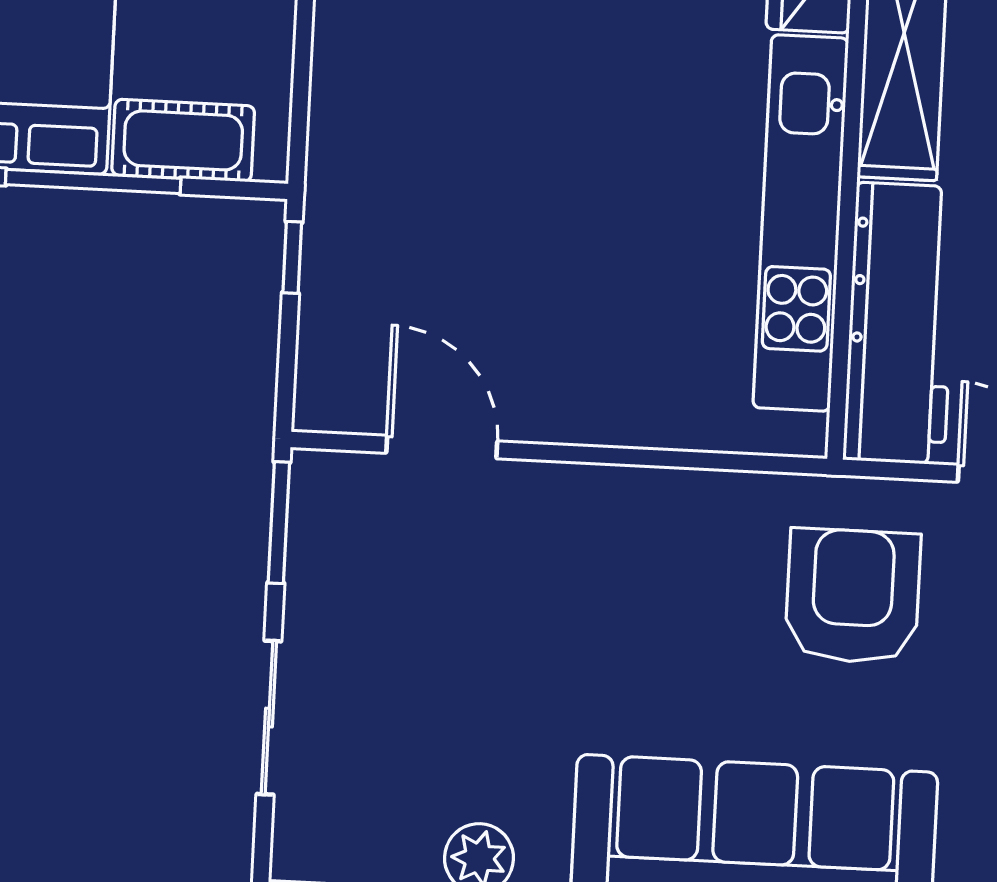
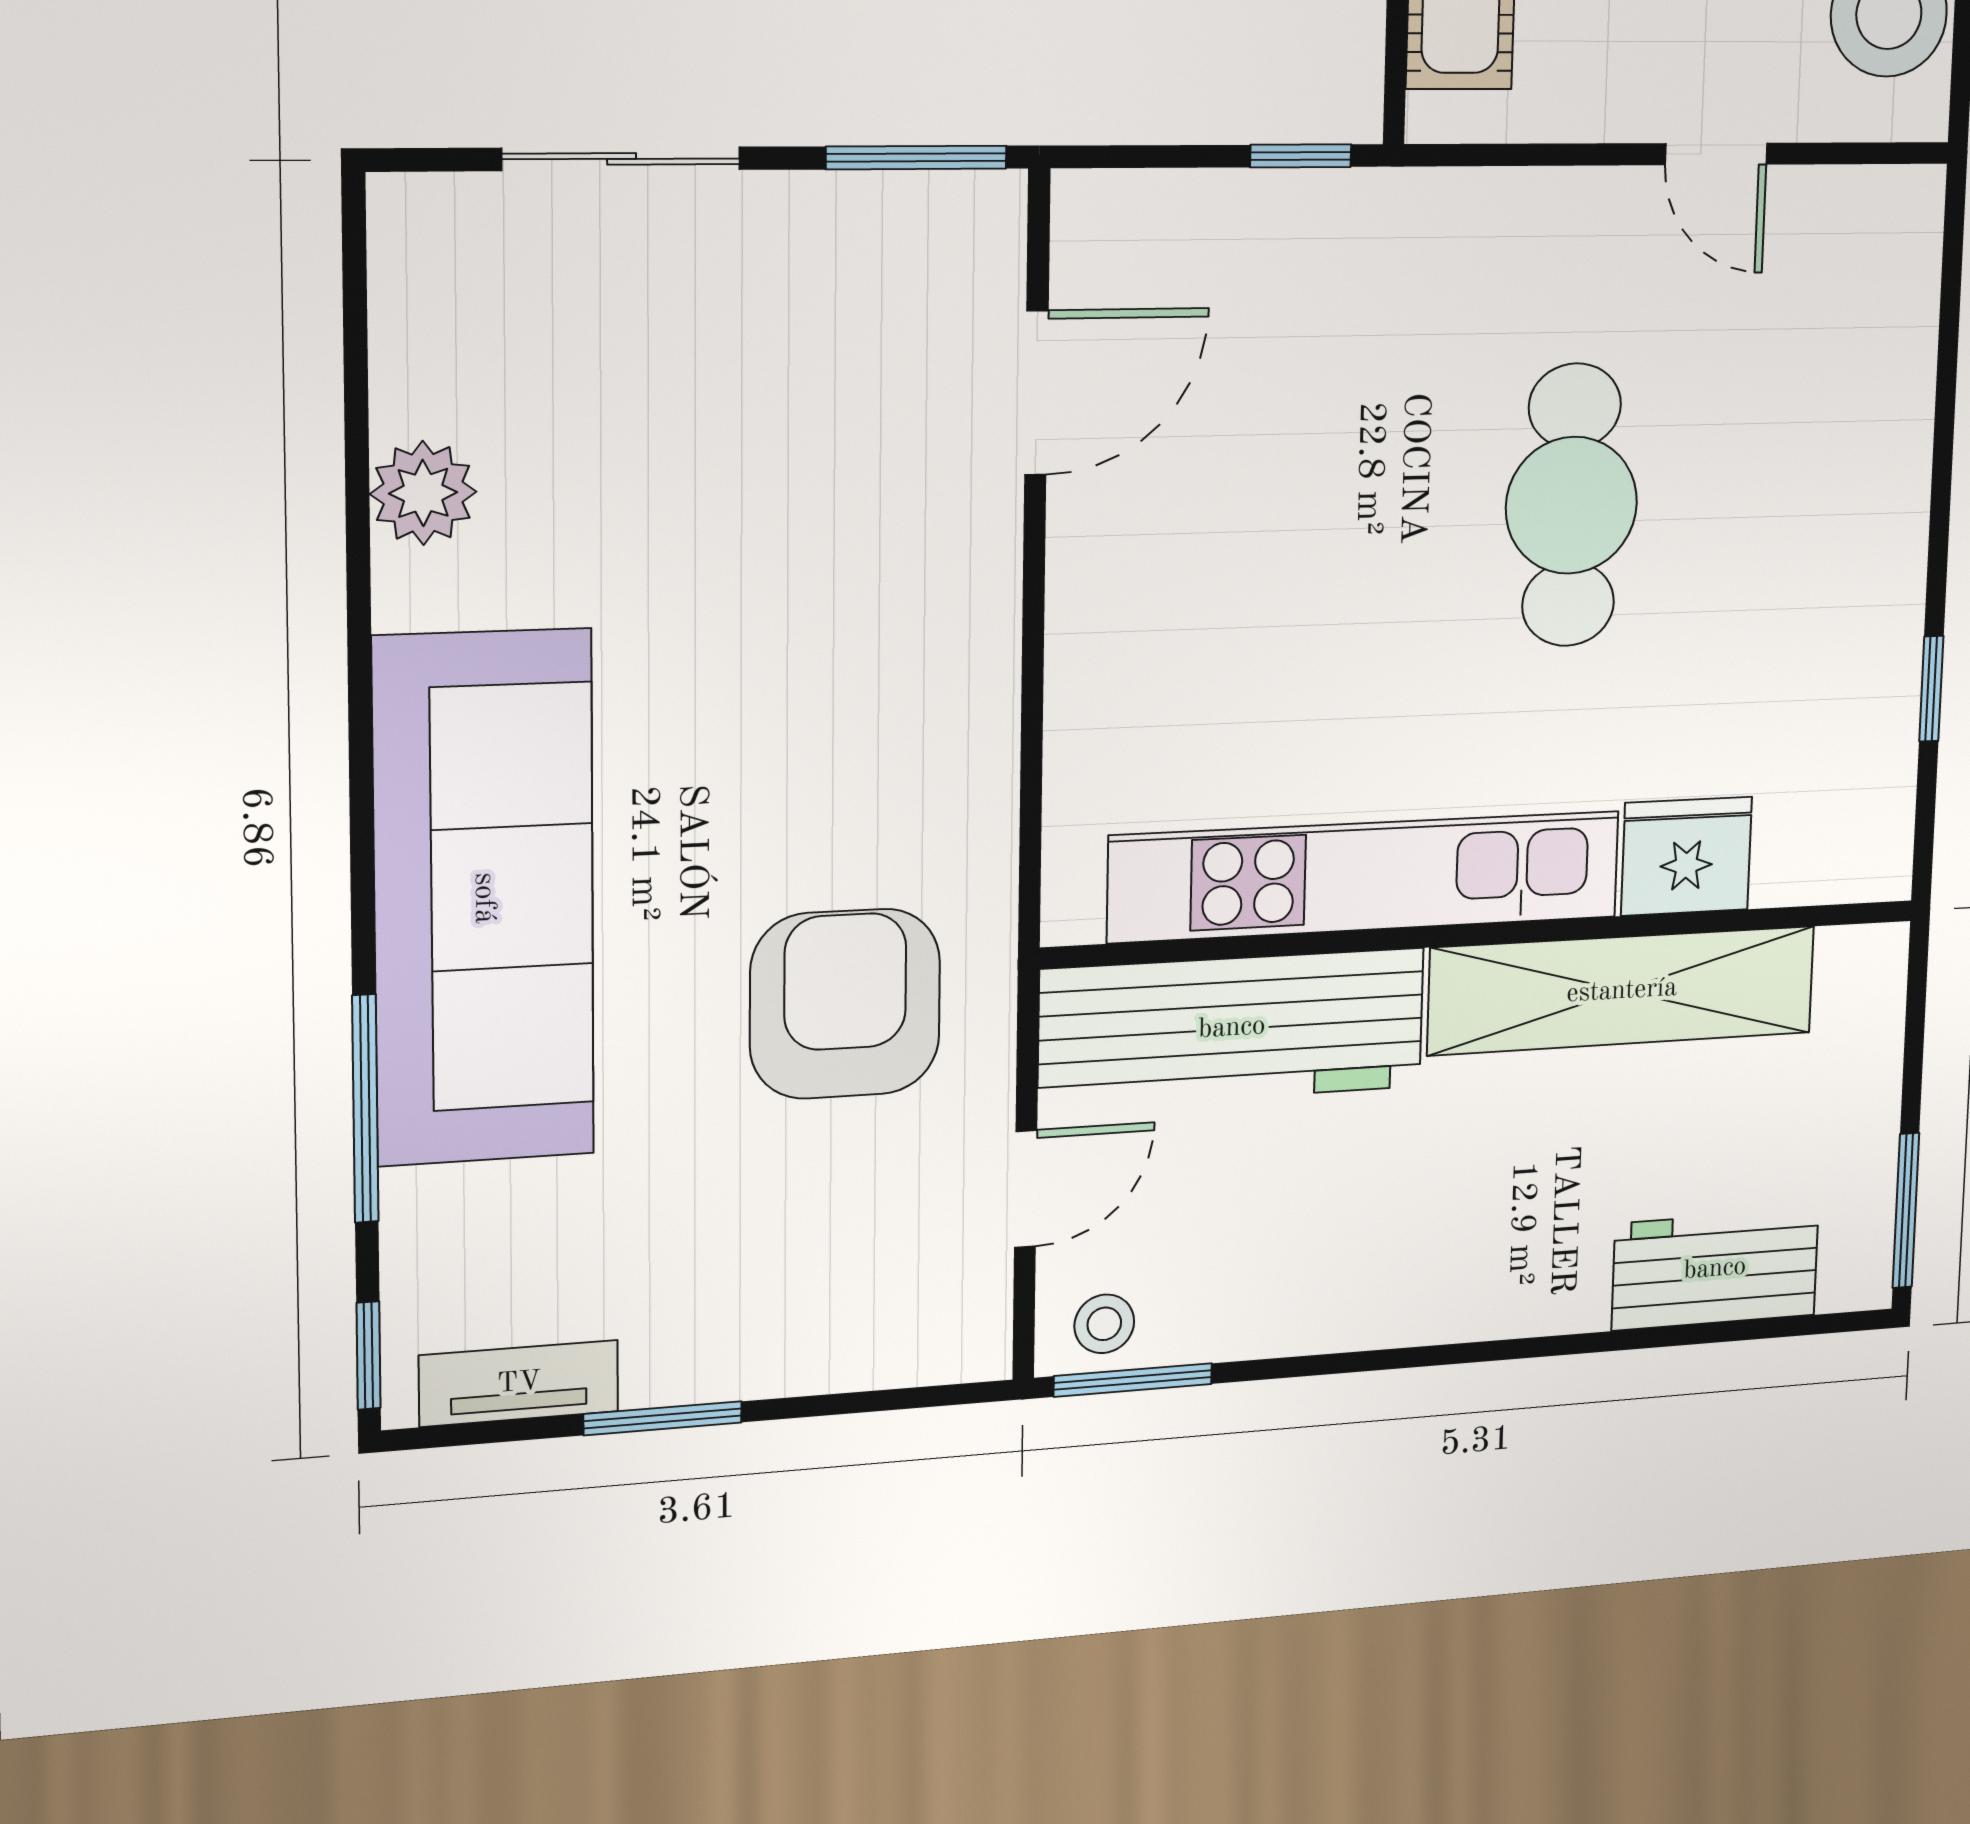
cafe table: (548, 66) -> (1571, 505), added
armchair: (853, 596) -> (845, 1004), turned -90

